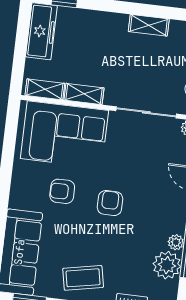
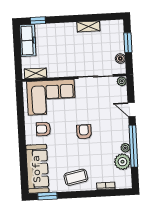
shelving: (84, 94) -> (58, 72), removed
armchair: (62, 191) -> (43, 129), moved

